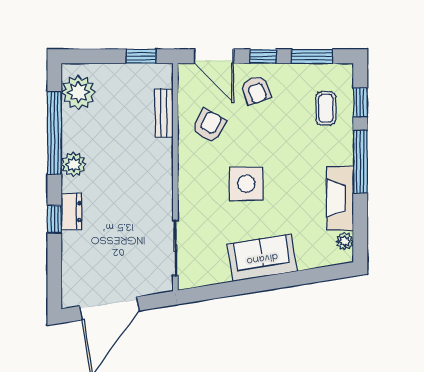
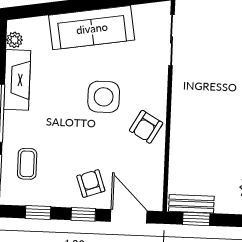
window: (312, 56) -> (38, 213), width x0.67
bench: (164, 113) -> (191, 204), moved, turned 90
armchair: (209, 126) -> (146, 127), moved
sofa: (262, 258) -> (92, 28), width x1.36

